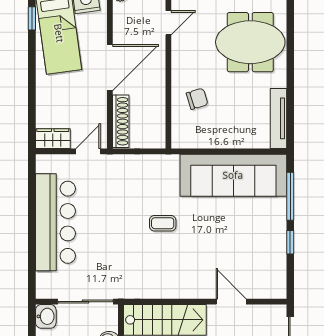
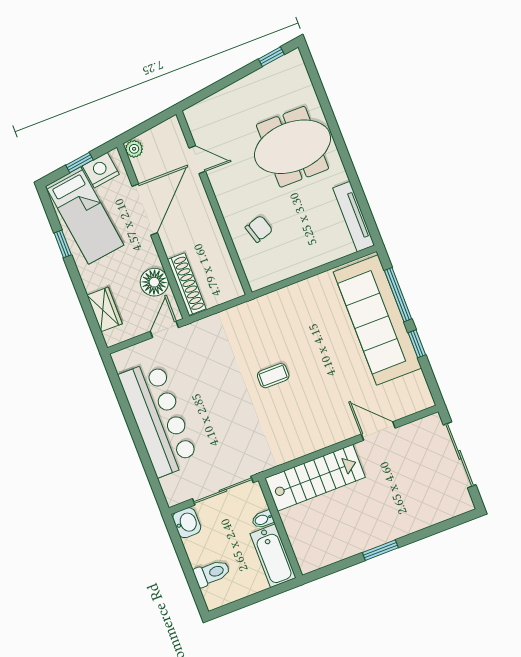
window: (32, 18) -> (63, 244), moved
door: (168, 23) -> (197, 160), hinge flipped
door: (110, 68) -> (145, 210), moved
floor lamp: (95, 110) -> (154, 282), added
wardrobe: (53, 139) -> (105, 309), moved, turned 90
sofa: (233, 175) -> (377, 320), moved, turned 90

